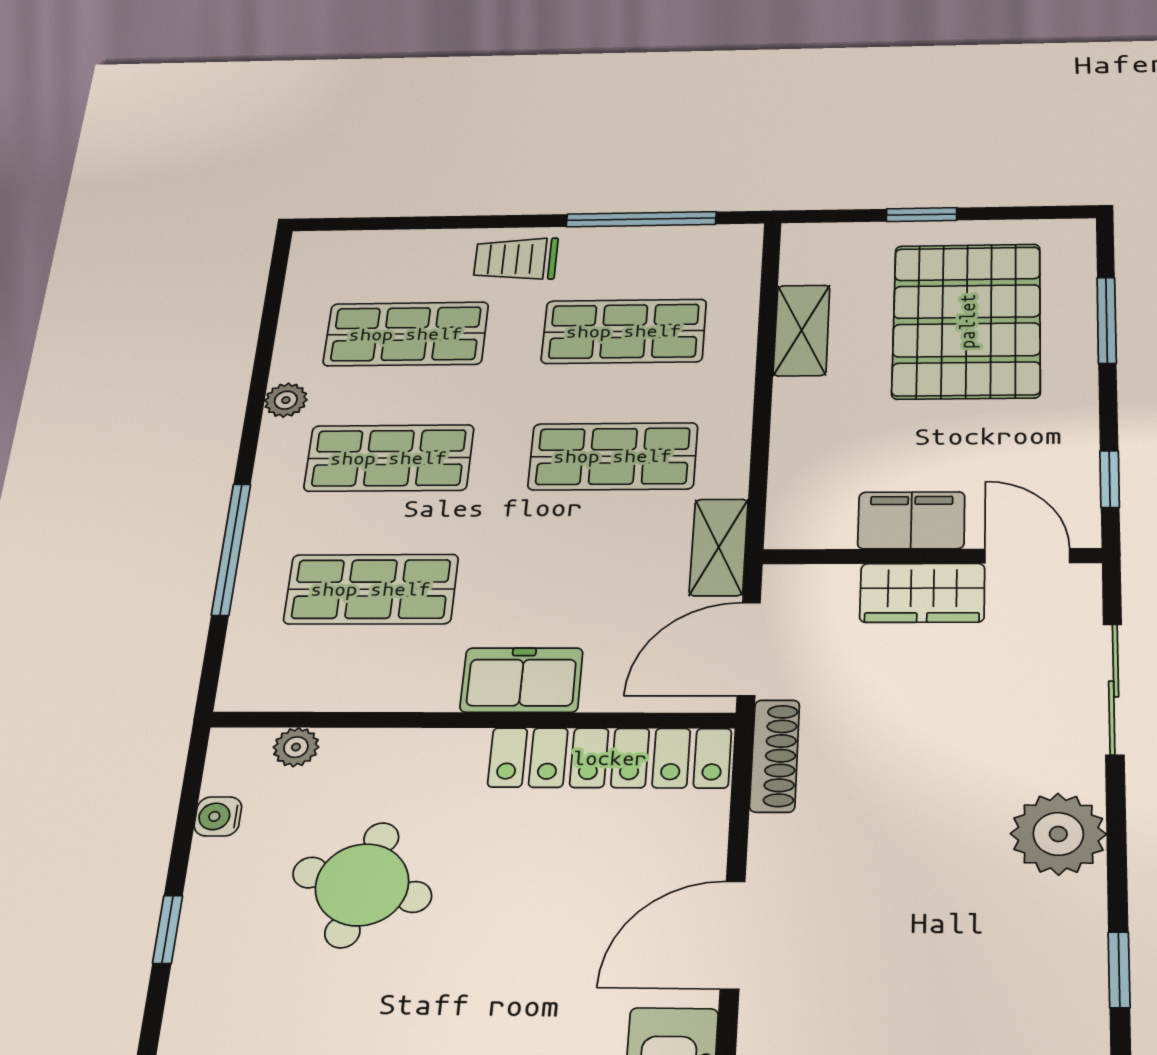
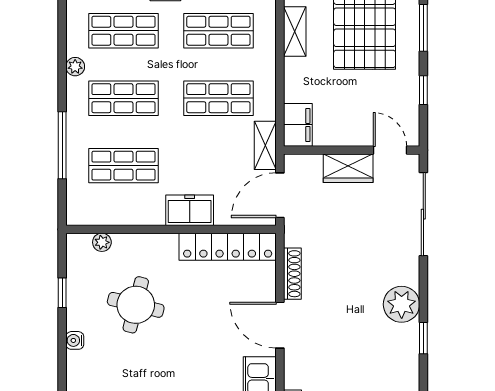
window: (1110, 479) -> (423, 90), moved
filing cabinet: (911, 520) -> (298, 125), moved, turned 90
sliding door: (1114, 689) -> (423, 214), width x1.37
shoe rack: (775, 756) -> (292, 274), moved
water cooler: (218, 816) -> (75, 340), moved
plant: (1058, 834) -> (402, 304), moved
window: (167, 929) -> (62, 293), moved
door: (733, 935) -> (280, 325), hinge flipped

